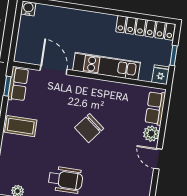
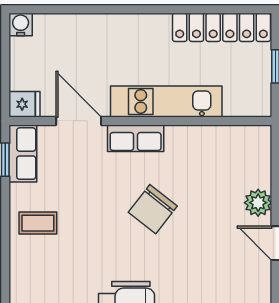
fridge: (161, 75) -> (25, 104), moved, turned 90
row of seats: (155, 108) -> (136, 138), moved, turned -90
coffee table: (21, 126) -> (38, 223), width x0.73, depth x0.77

